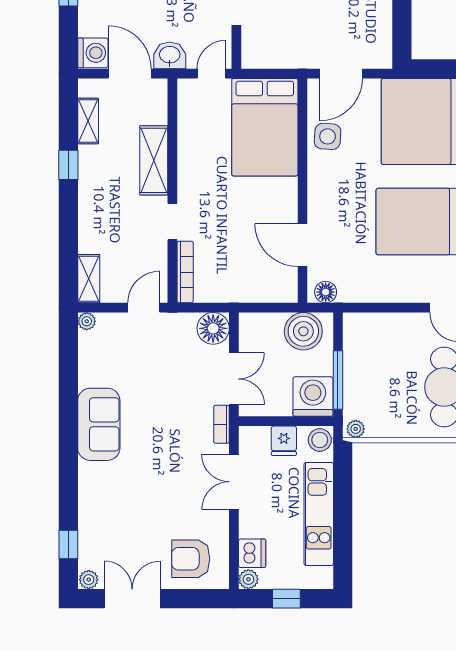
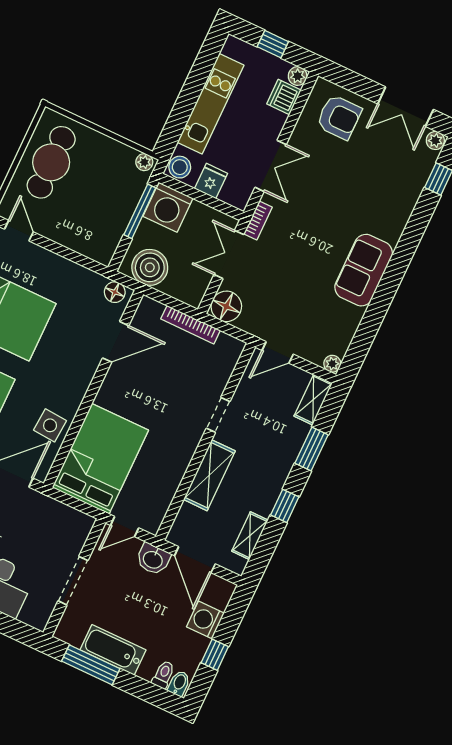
washing machine: (93, 53) -> (205, 620), moved
window: (68, 231) -> (311, 449), added
door: (303, 245) -> (116, 342), hinge flipped
bookcase: (185, 272) -> (190, 325), moved, turned -90

